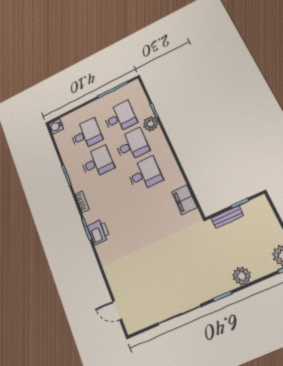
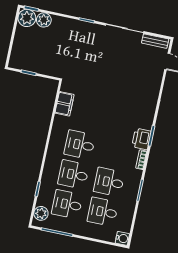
plant: (151, 124) -> (41, 213), moved
bench: (227, 217) -> (155, 41), moved
printer: (98, 232) -> (141, 139), moved
plant: (242, 276) -> (44, 20), moved

